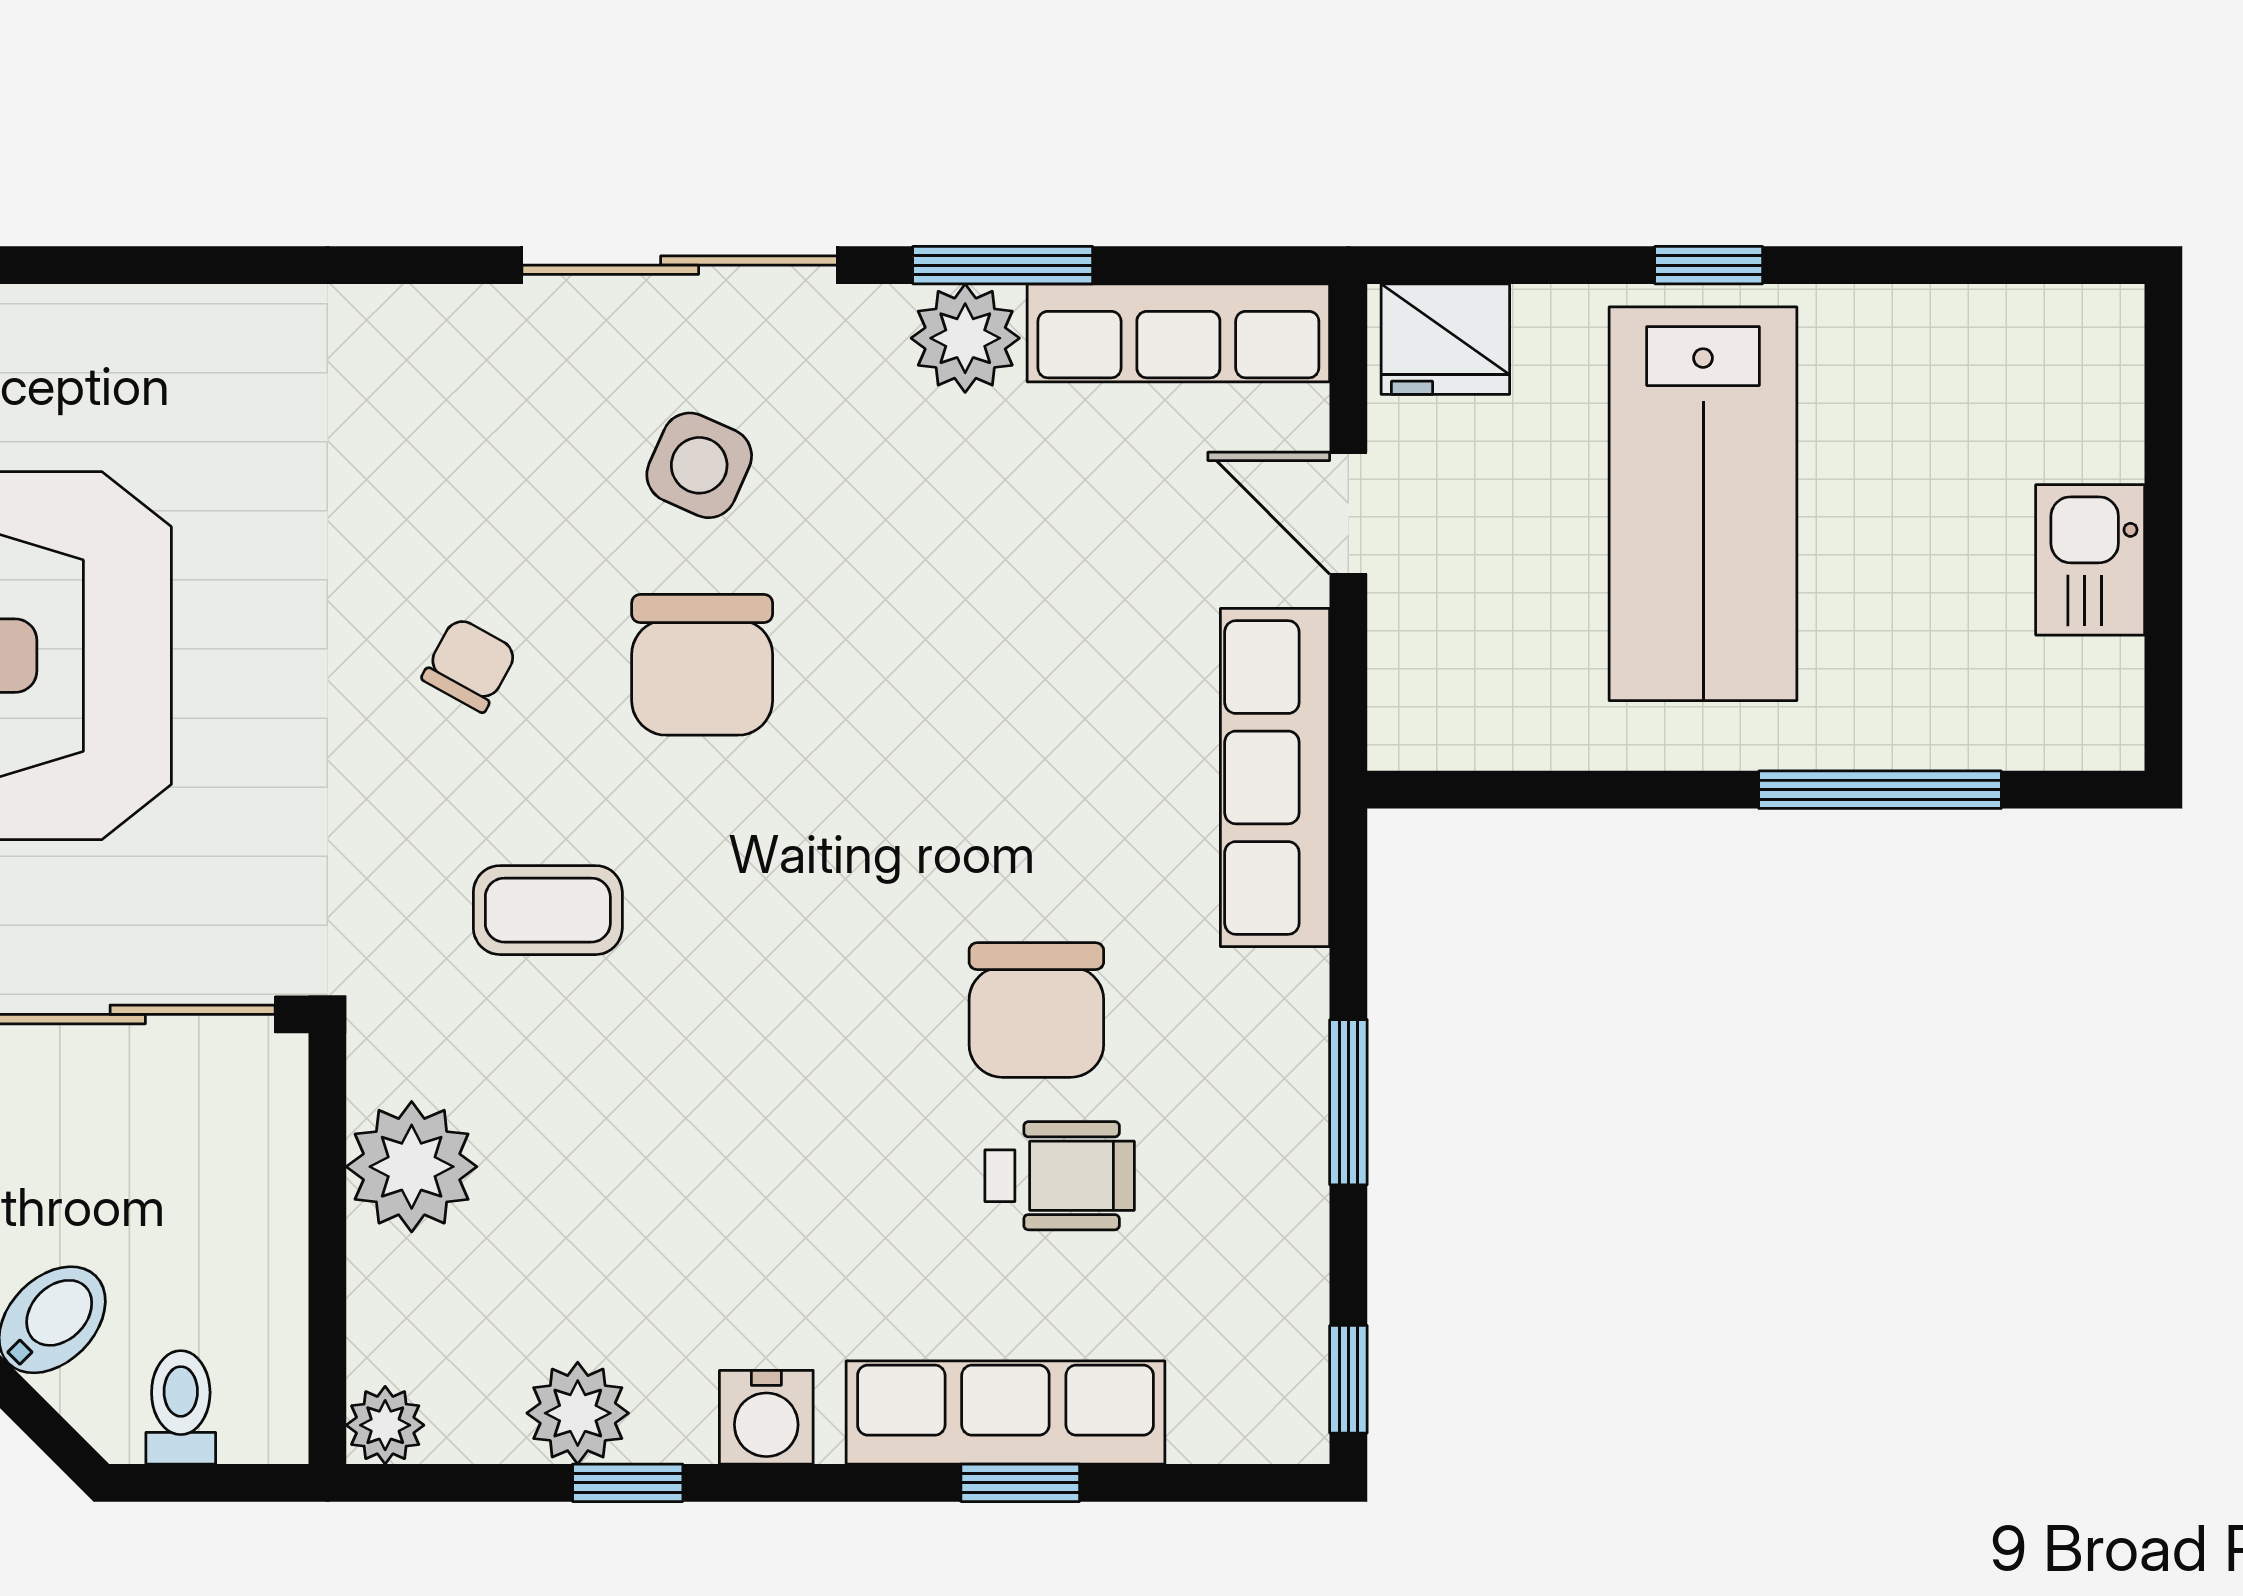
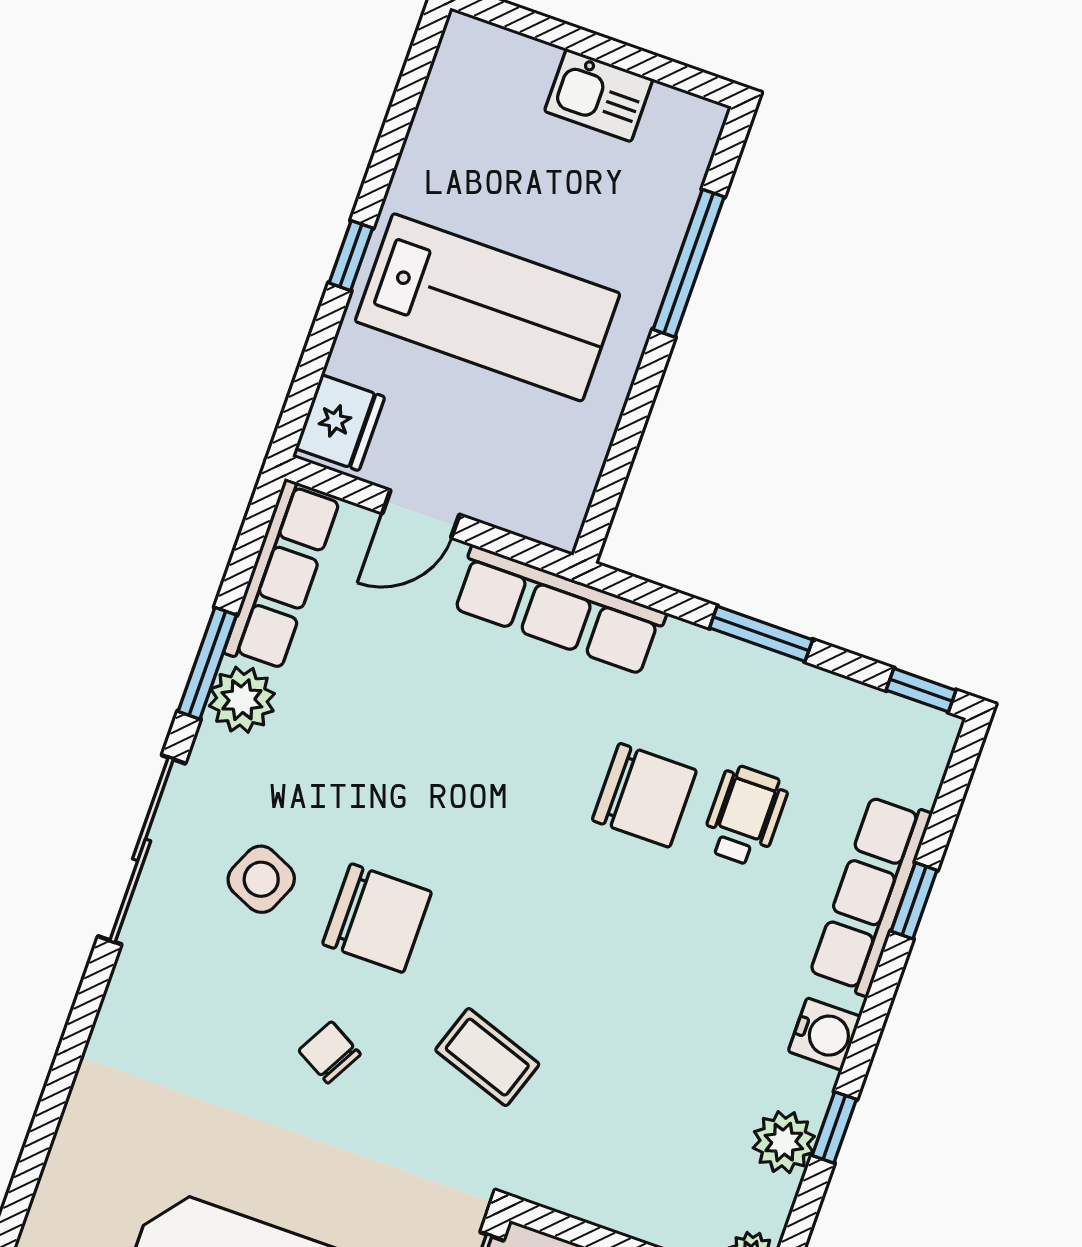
coffee table: (548, 910) -> (487, 1057), turned -71
plant: (412, 1167) -> (608, 1188), removed

